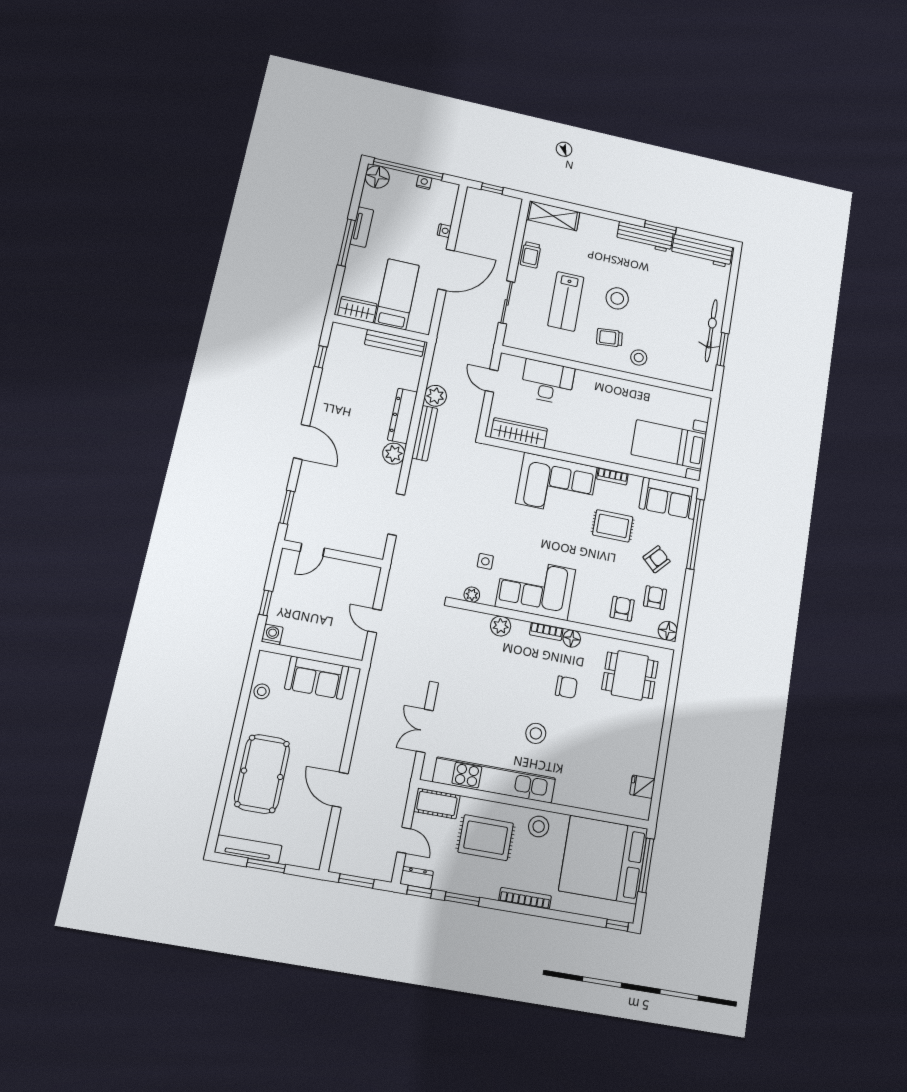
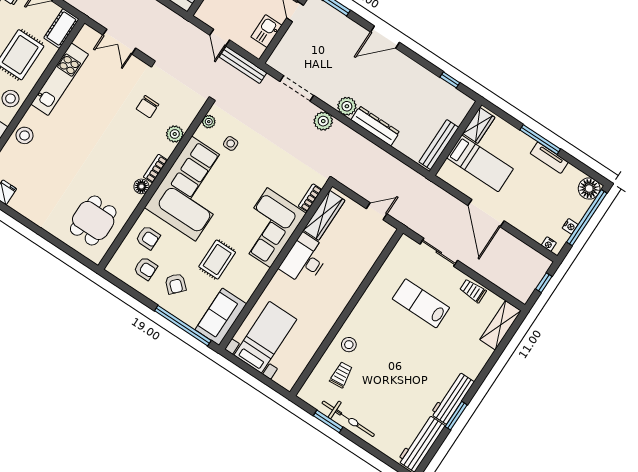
nightstand: (444, 231) -> (549, 244), moved
stool: (617, 298) -> (407, 349), removed
trolley: (609, 338) -> (341, 375), moved
desk: (548, 382) -> (305, 260), moved, turned 180
plant: (435, 396) -> (323, 121), moved
bench: (425, 433) -> (243, 65), moved
bookcase: (612, 476) -> (310, 198), moved
kitchen sink: (347, 572) -> (266, 31), added
corner sofa: (536, 588) -> (193, 189), width x1.36, depth x1.36
door: (375, 621) -> (220, 37), swing flipped
floor lamp: (668, 631) -> (115, 267), removed
chair: (566, 687) -> (148, 107), moved
double door: (425, 731) -> (119, 42), swing flipped
stool: (536, 733) -> (25, 135), moved
kitchen unit: (494, 780) -> (60, 79), width x0.73

